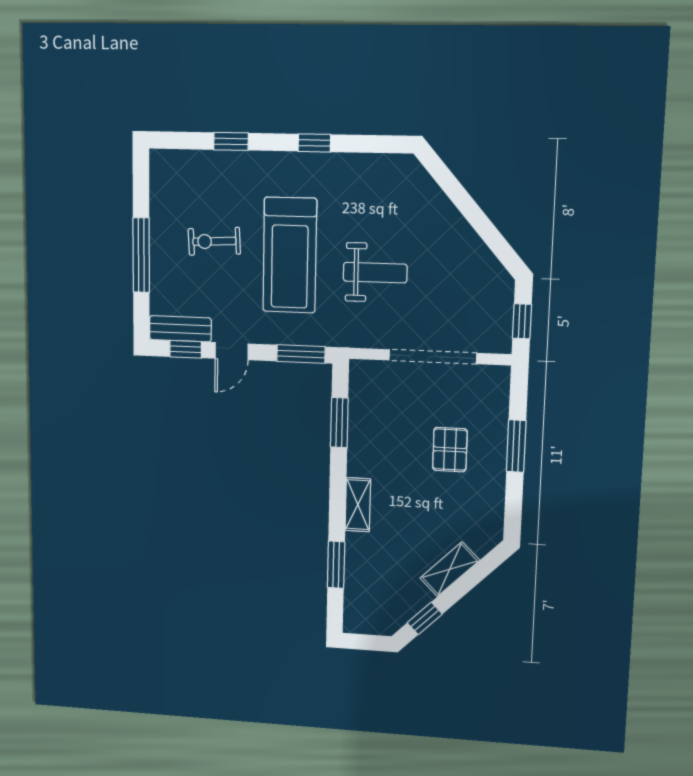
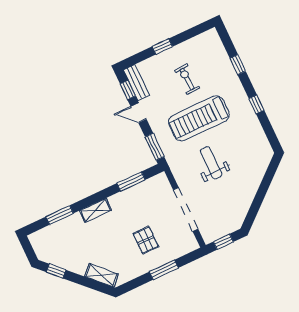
window: (141, 255) -> (162, 47), width x0.46
weight bench: (375, 273) -> (211, 163), turned 180
pallet: (450, 450) -> (146, 240), turned 90
shelving: (450, 569) -> (102, 275), moved

